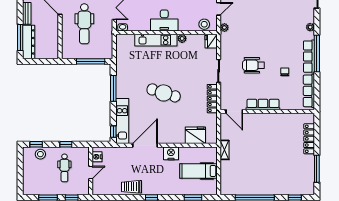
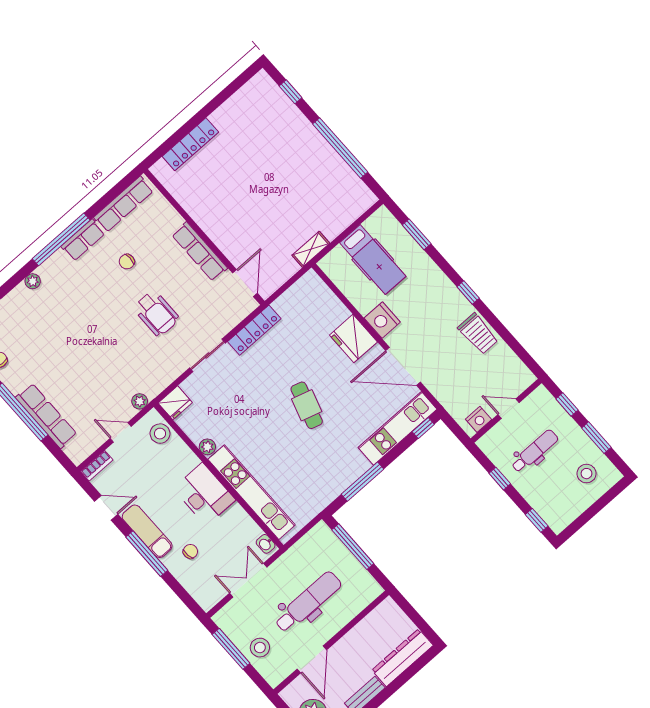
window: (20, 37) -> (407, 675), removed
kitchen unit: (156, 40) -> (252, 492), width x1.36
row of seats: (309, 57) -> (83, 240), width x0.68
cafe table: (164, 93) -> (307, 405), width x0.73, depth x0.74
fridge: (195, 135) -> (353, 339), moved
stool: (40, 154) -> (587, 474), moved
window: (317, 169) -> (223, 96), removed

